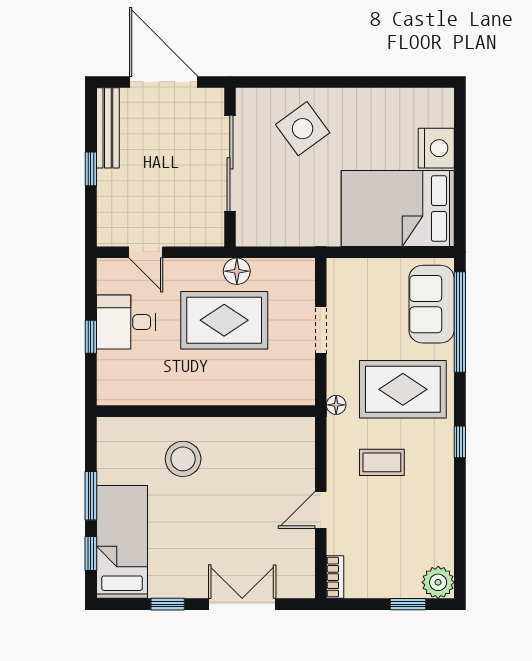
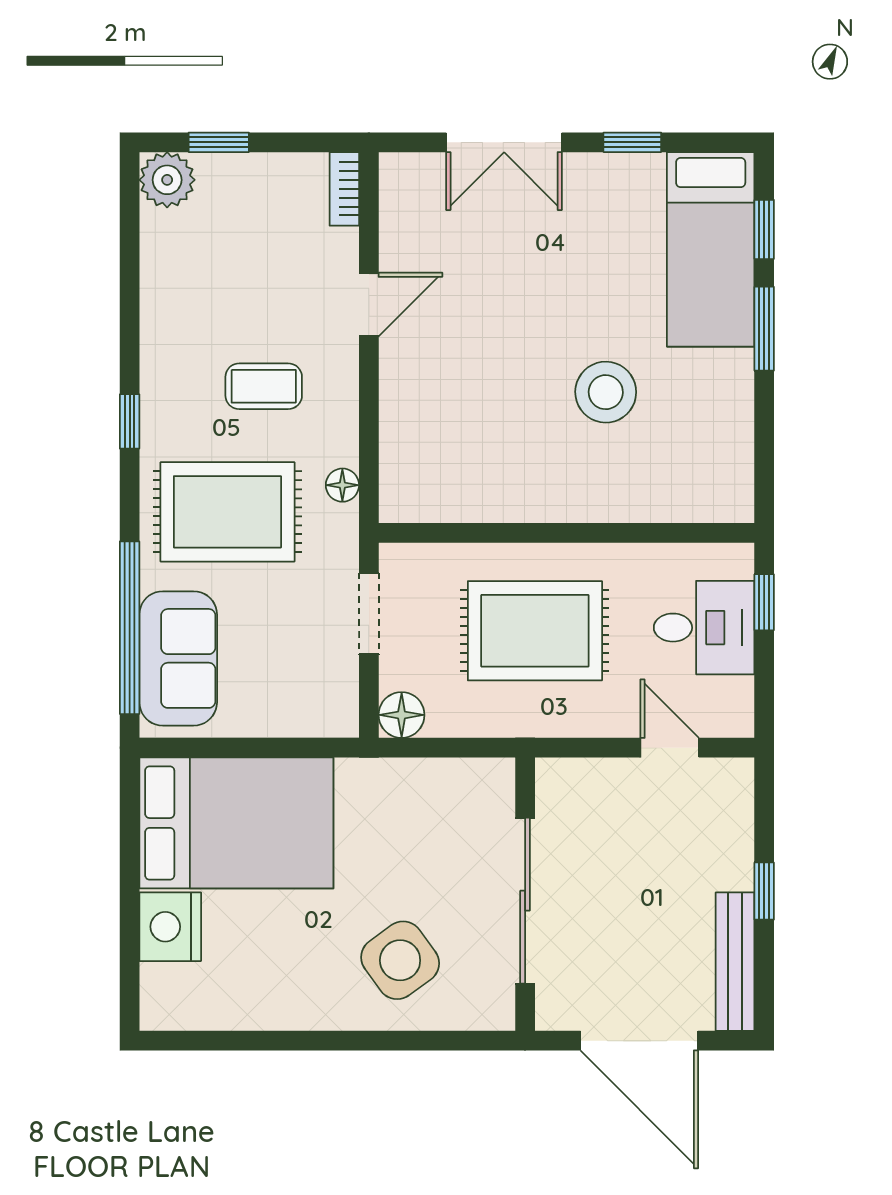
floor lamp: (237, 271) -> (402, 715), moved
wall: (206, 411) -> (567, 533), moved

